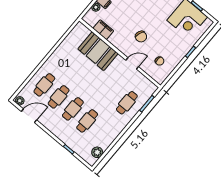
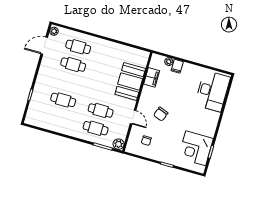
cafe table: (73, 109) -> (101, 111), moved
door: (29, 116) -> (44, 46), swing flipped
plant: (97, 152) -> (119, 144), moved

